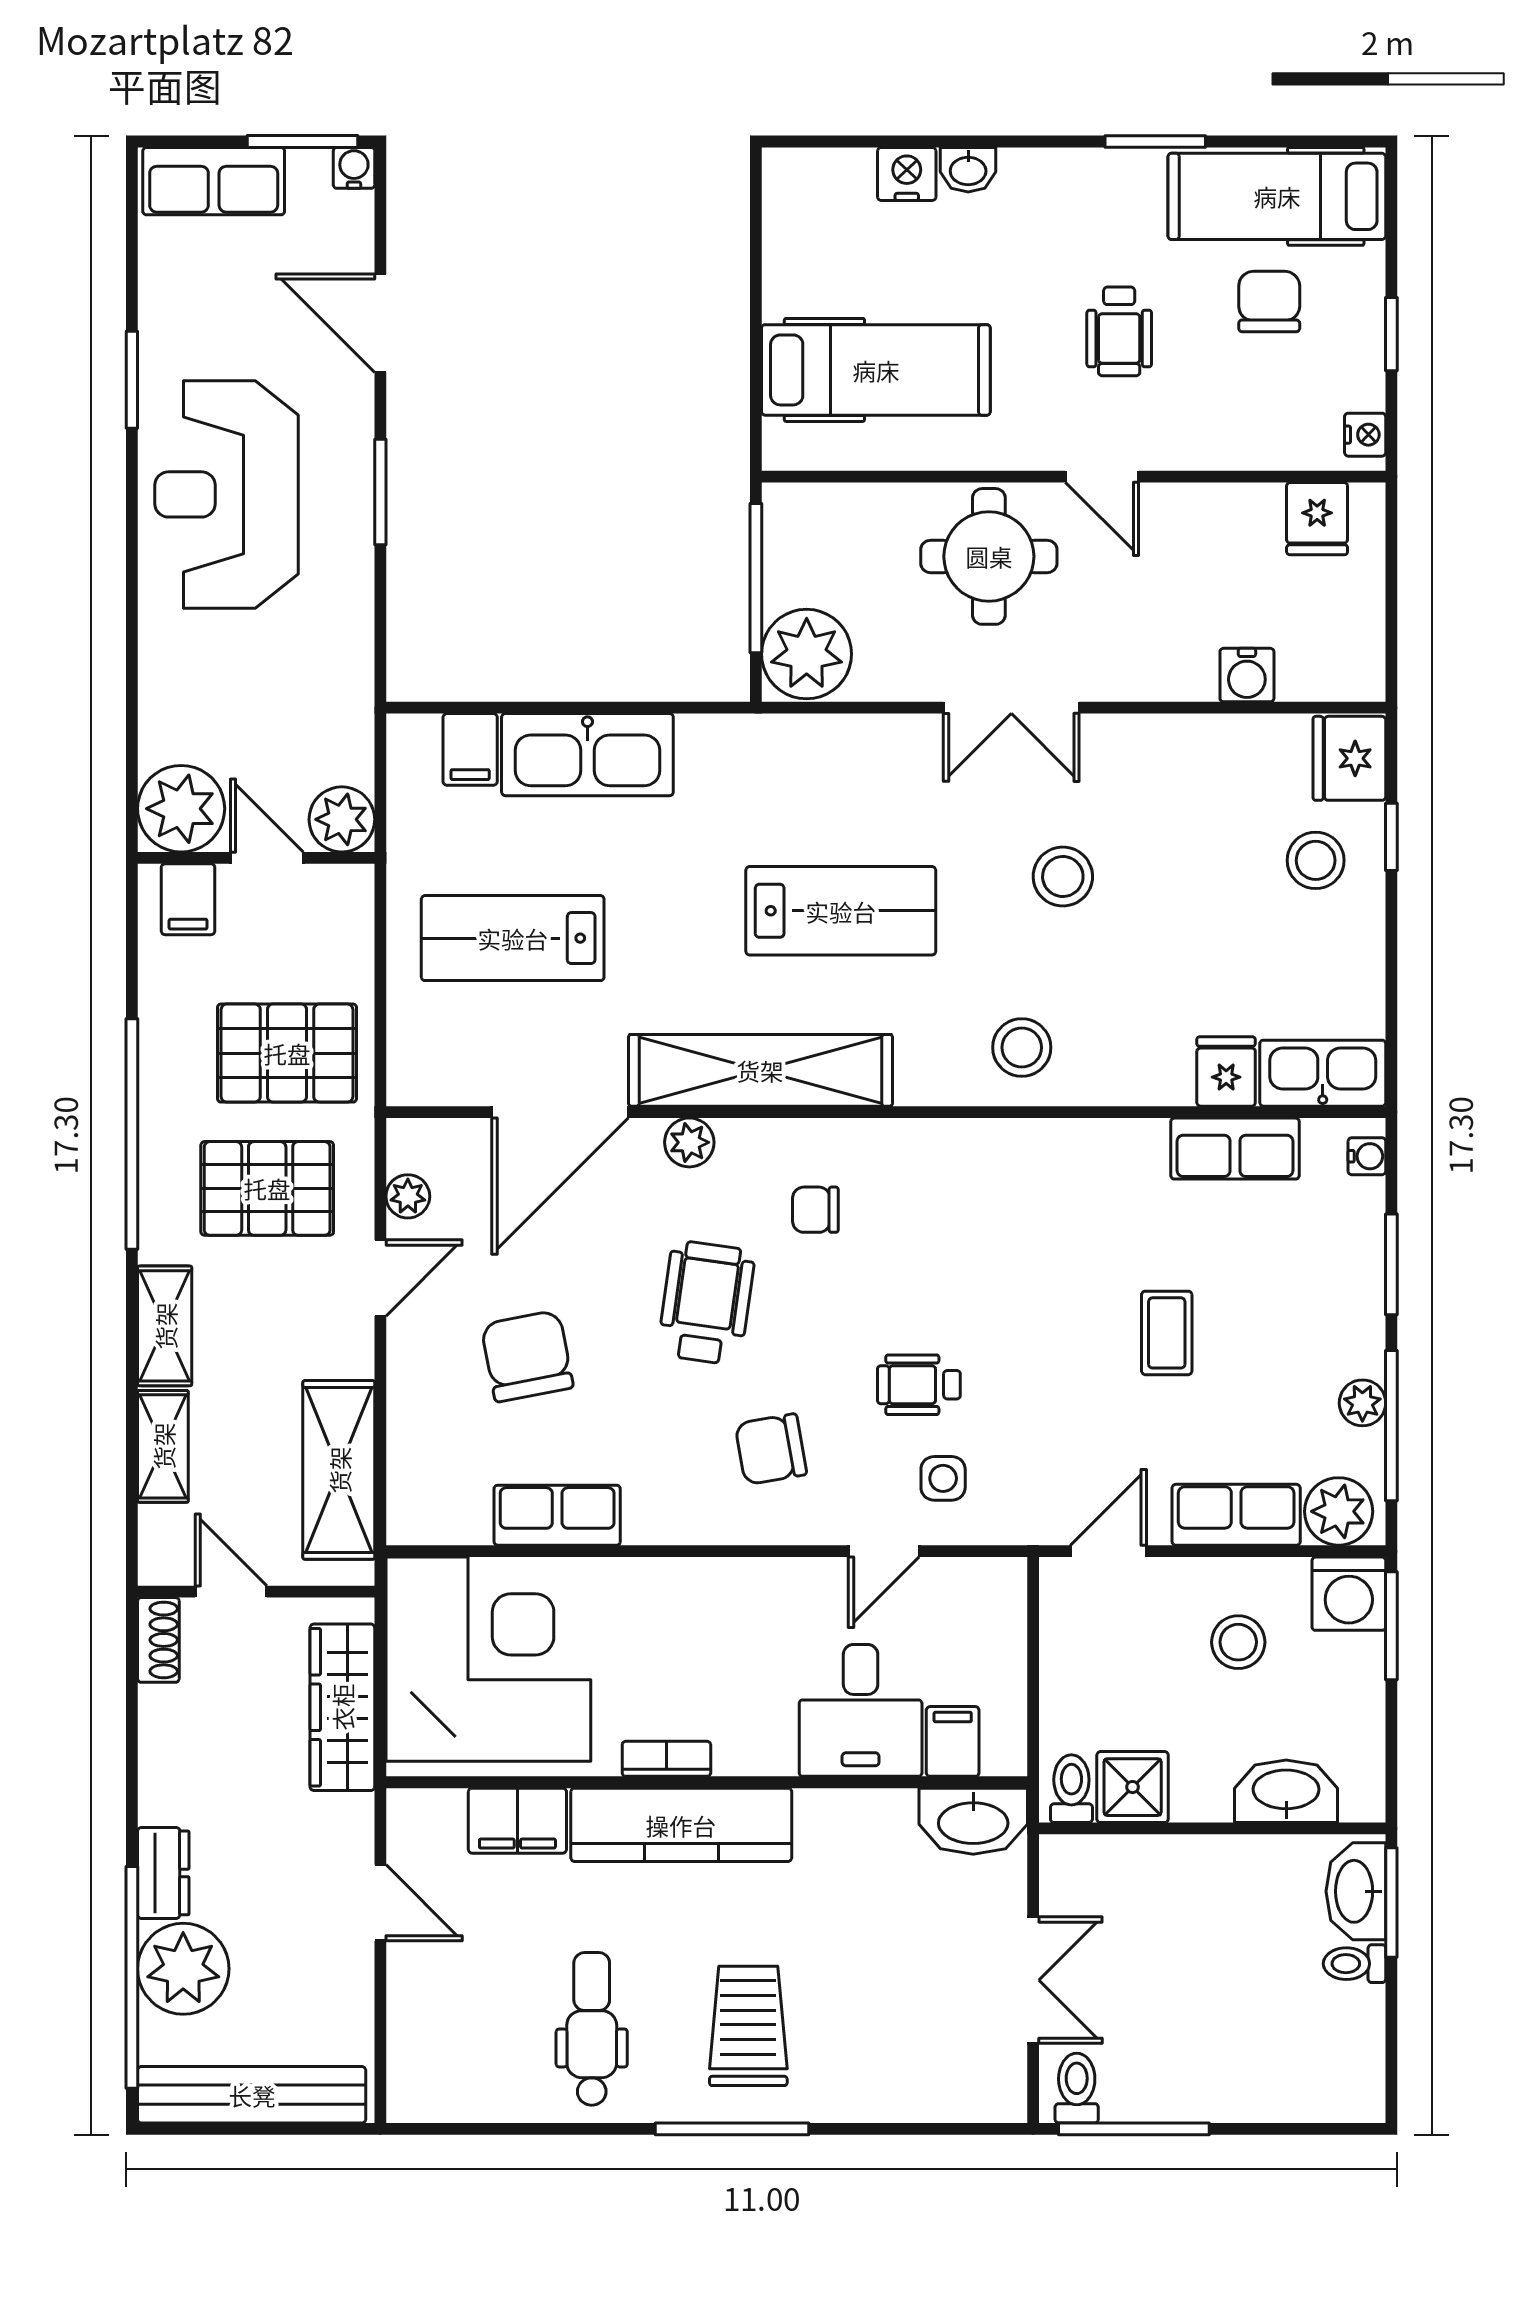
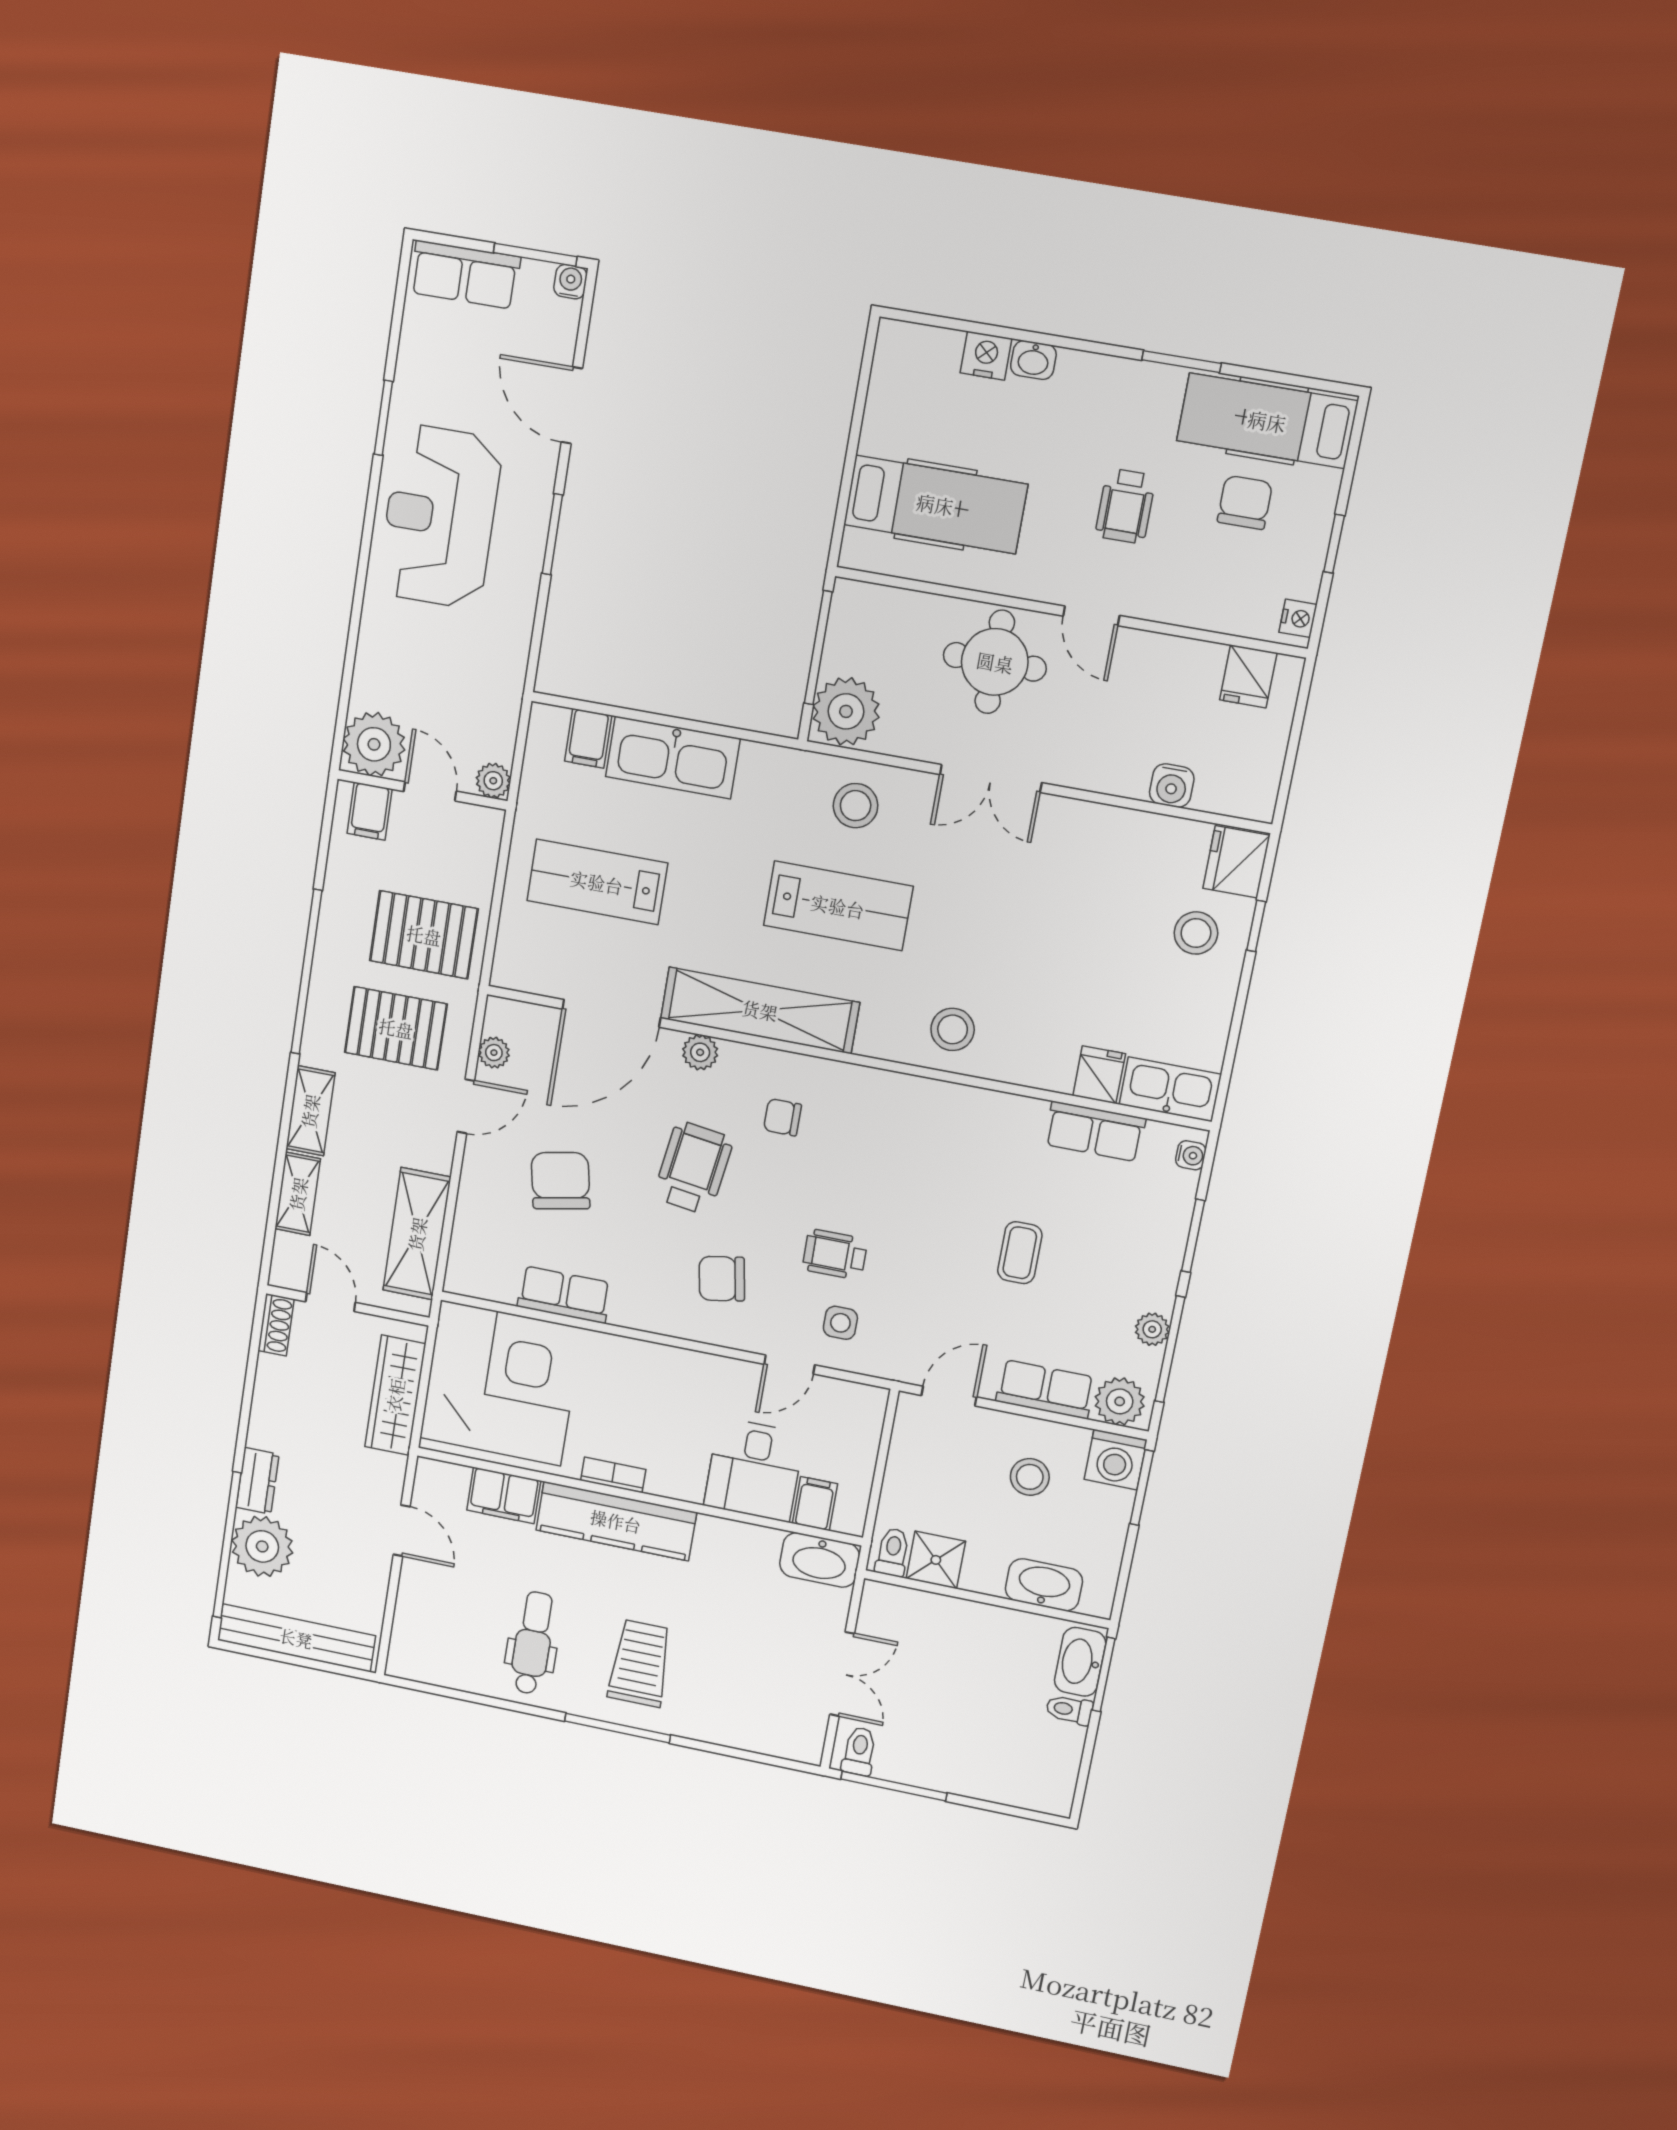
plant: (342, 819) -> (493, 781), width x0.73, depth x0.73
stool: (1063, 876) -> (856, 806), moved

